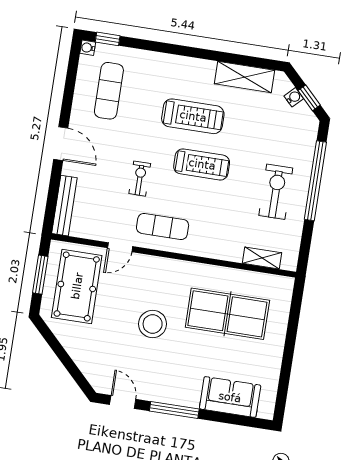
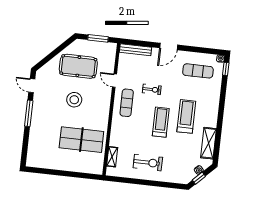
treadmill: (193, 116) -> (186, 116), turned 180
treadmill: (202, 164) -> (161, 122), turned 180
window: (315, 181) -> (155, 183), removed
pool table: (77, 286) -> (78, 66), moved
table tennis table: (227, 314) -> (81, 140), turned 90
sofa: (230, 397) -> (37, 143), removed
door: (123, 402) -> (32, 86), swing flipped

